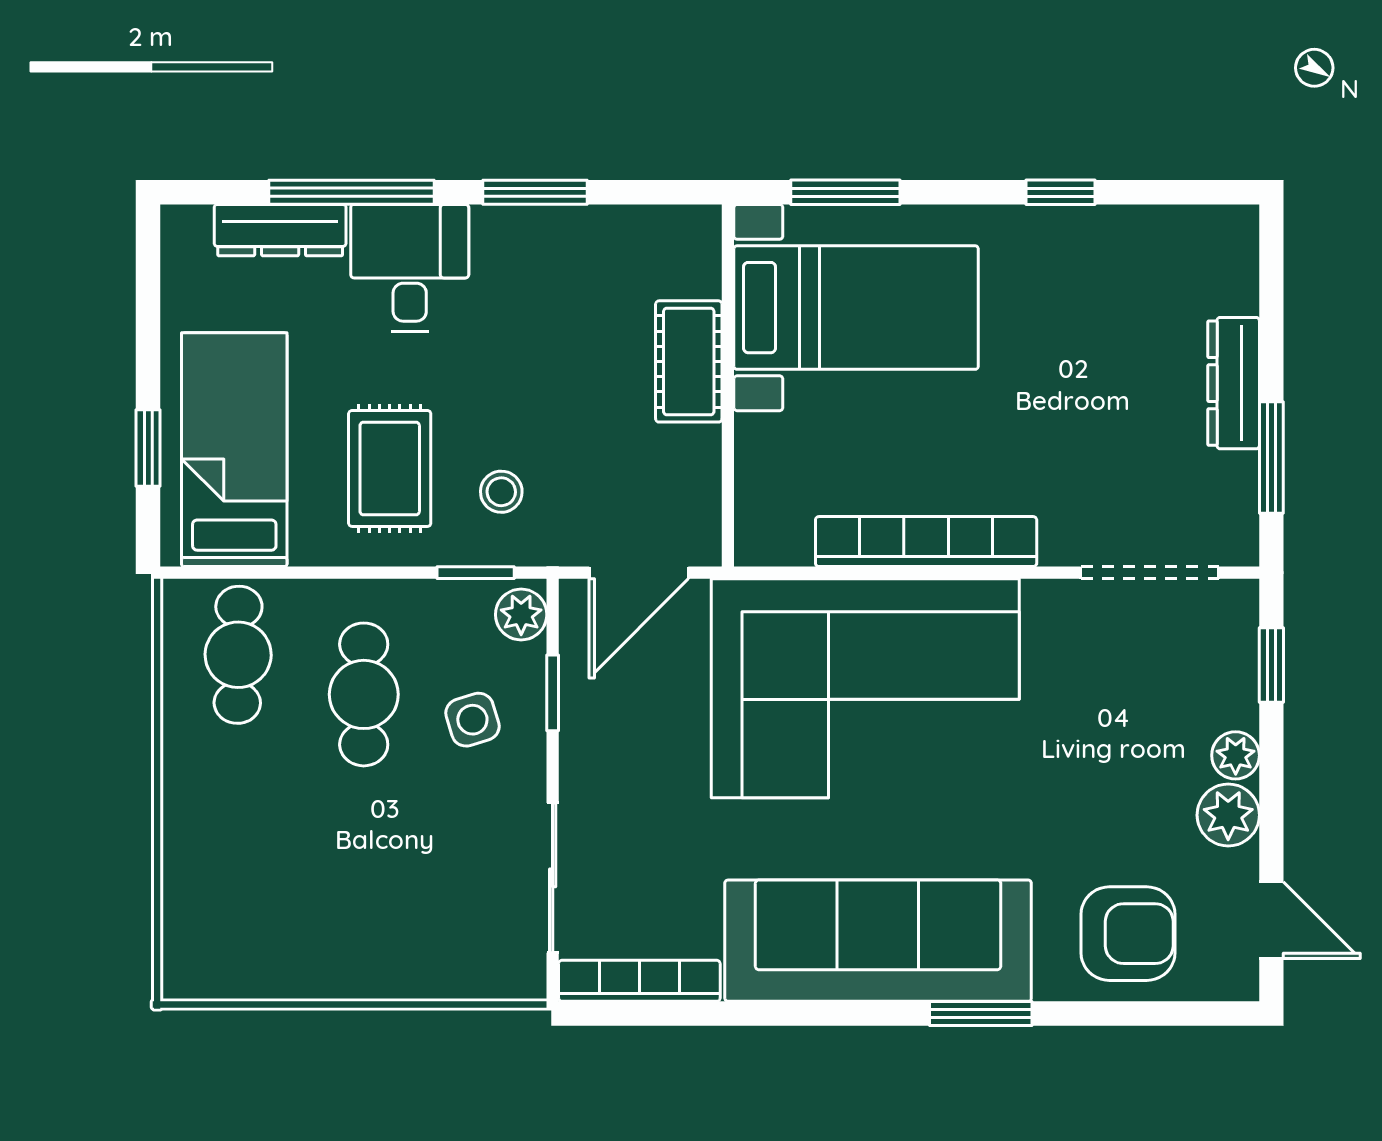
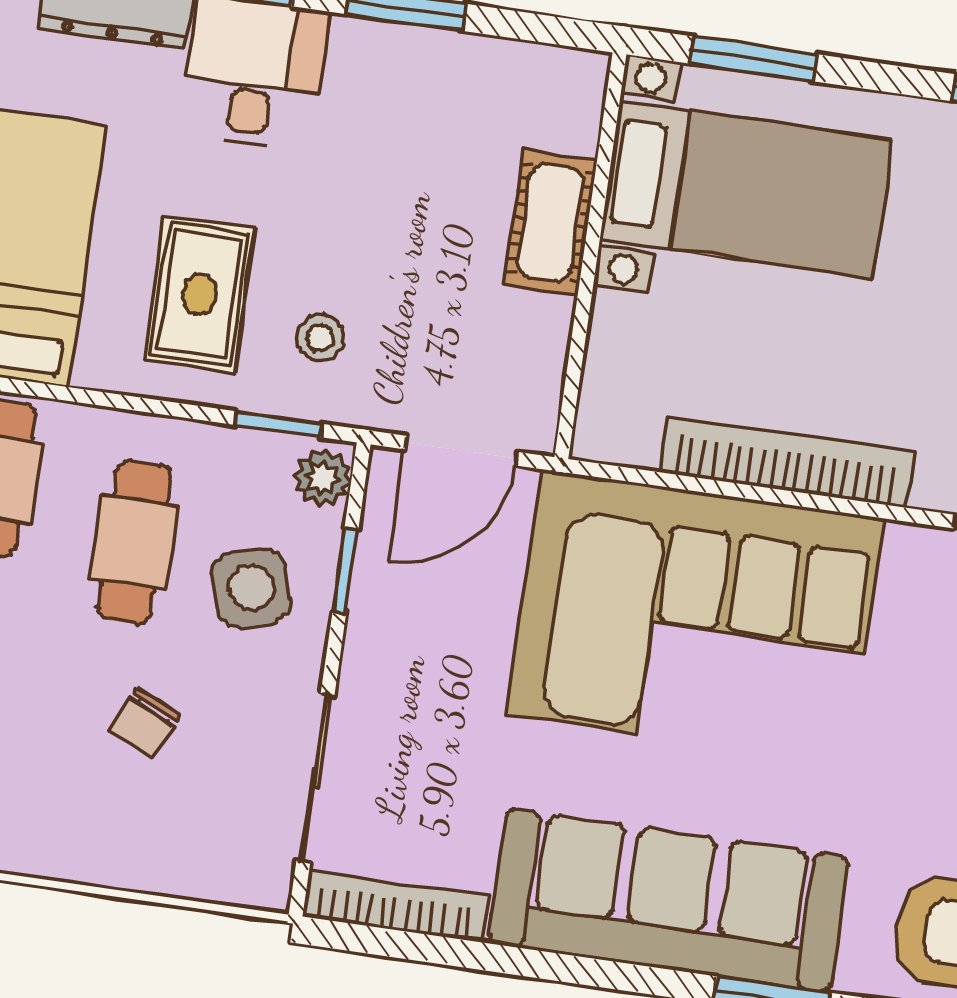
side table: (472, 720) -> (251, 588), width x1.37, depth x1.37
chair: (396, 851) -> (145, 723), added

